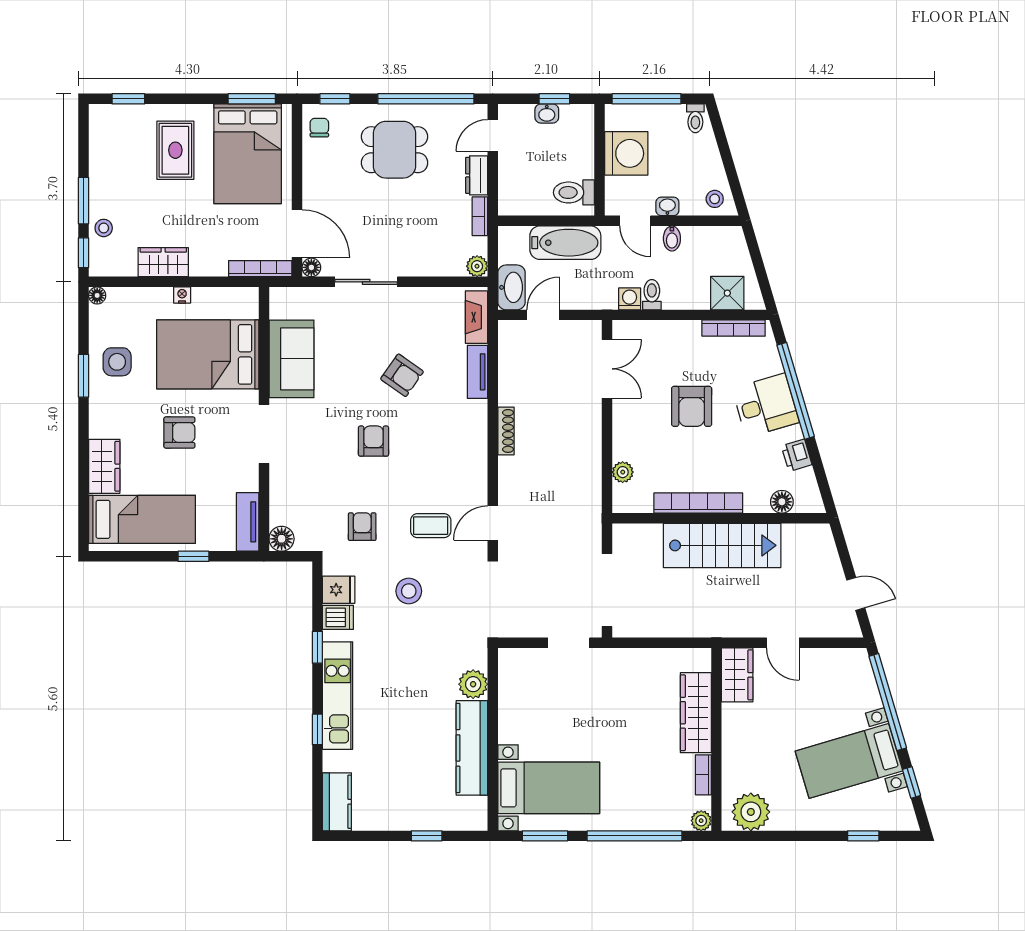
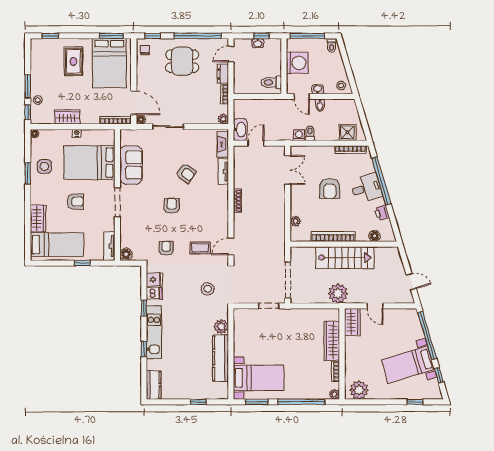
bathtub: (565, 243) -> (267, 107), removed
stool: (409, 591) -> (208, 289), moved
plant: (708, 618) -> (338, 294), added

